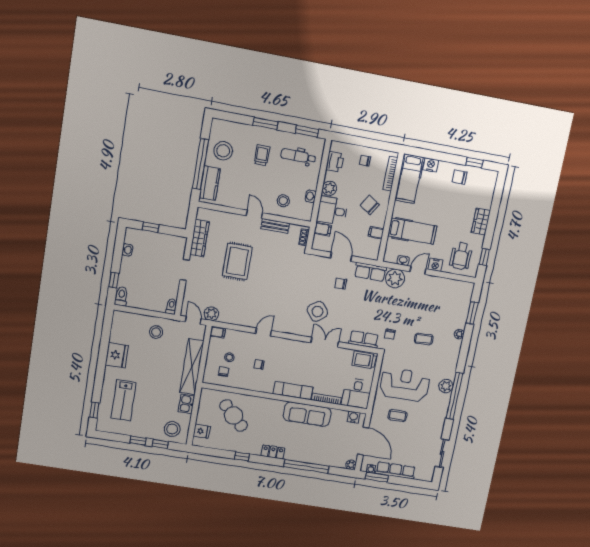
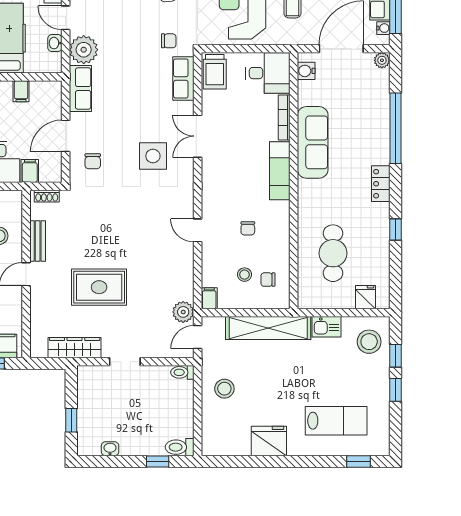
chair: (341, 284) -> (93, 161), moved
side table: (317, 311) -> (153, 156), turned 38
cafe table: (234, 415) -> (333, 253), turned -45

